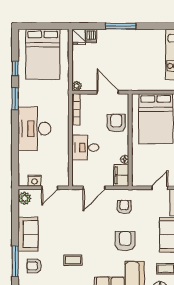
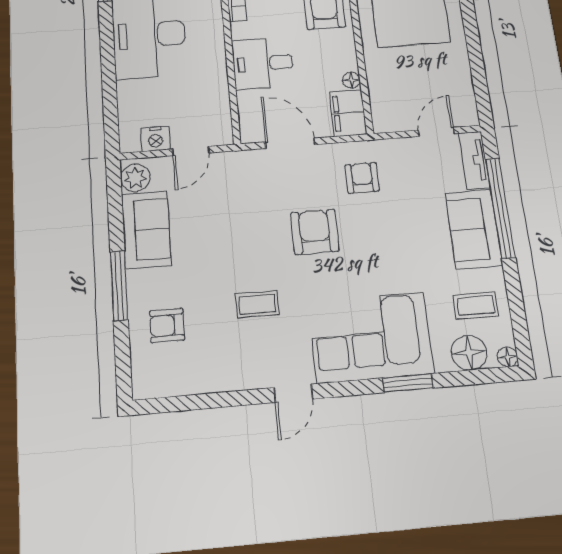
door: (94, 188) -> (290, 143), swing flipped
sofa: (28, 234) -> (146, 230), moved
armchair: (125, 241) -> (315, 232), moved
window: (15, 261) -> (119, 286), moved

